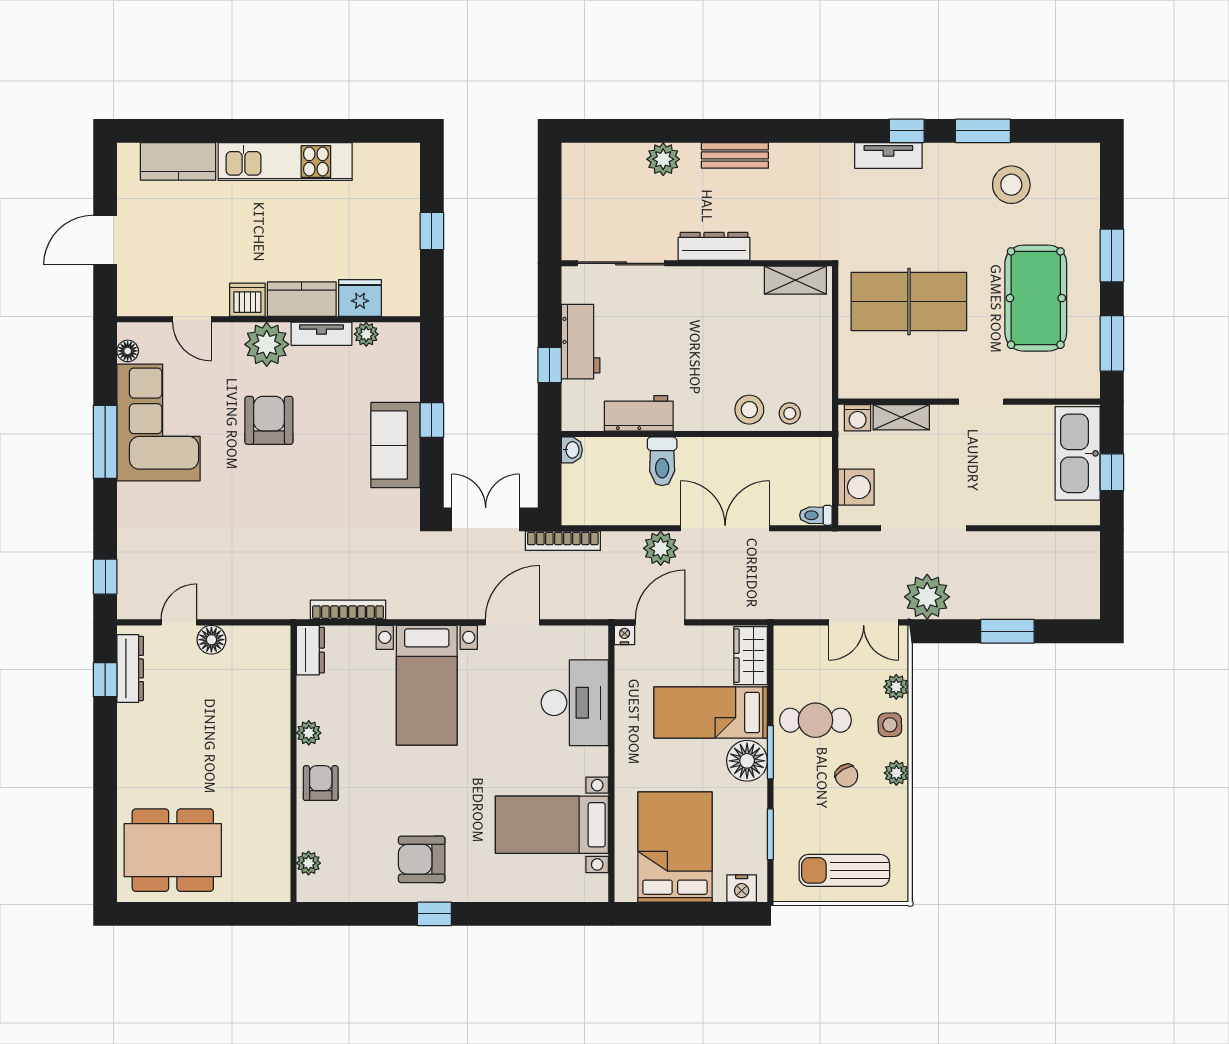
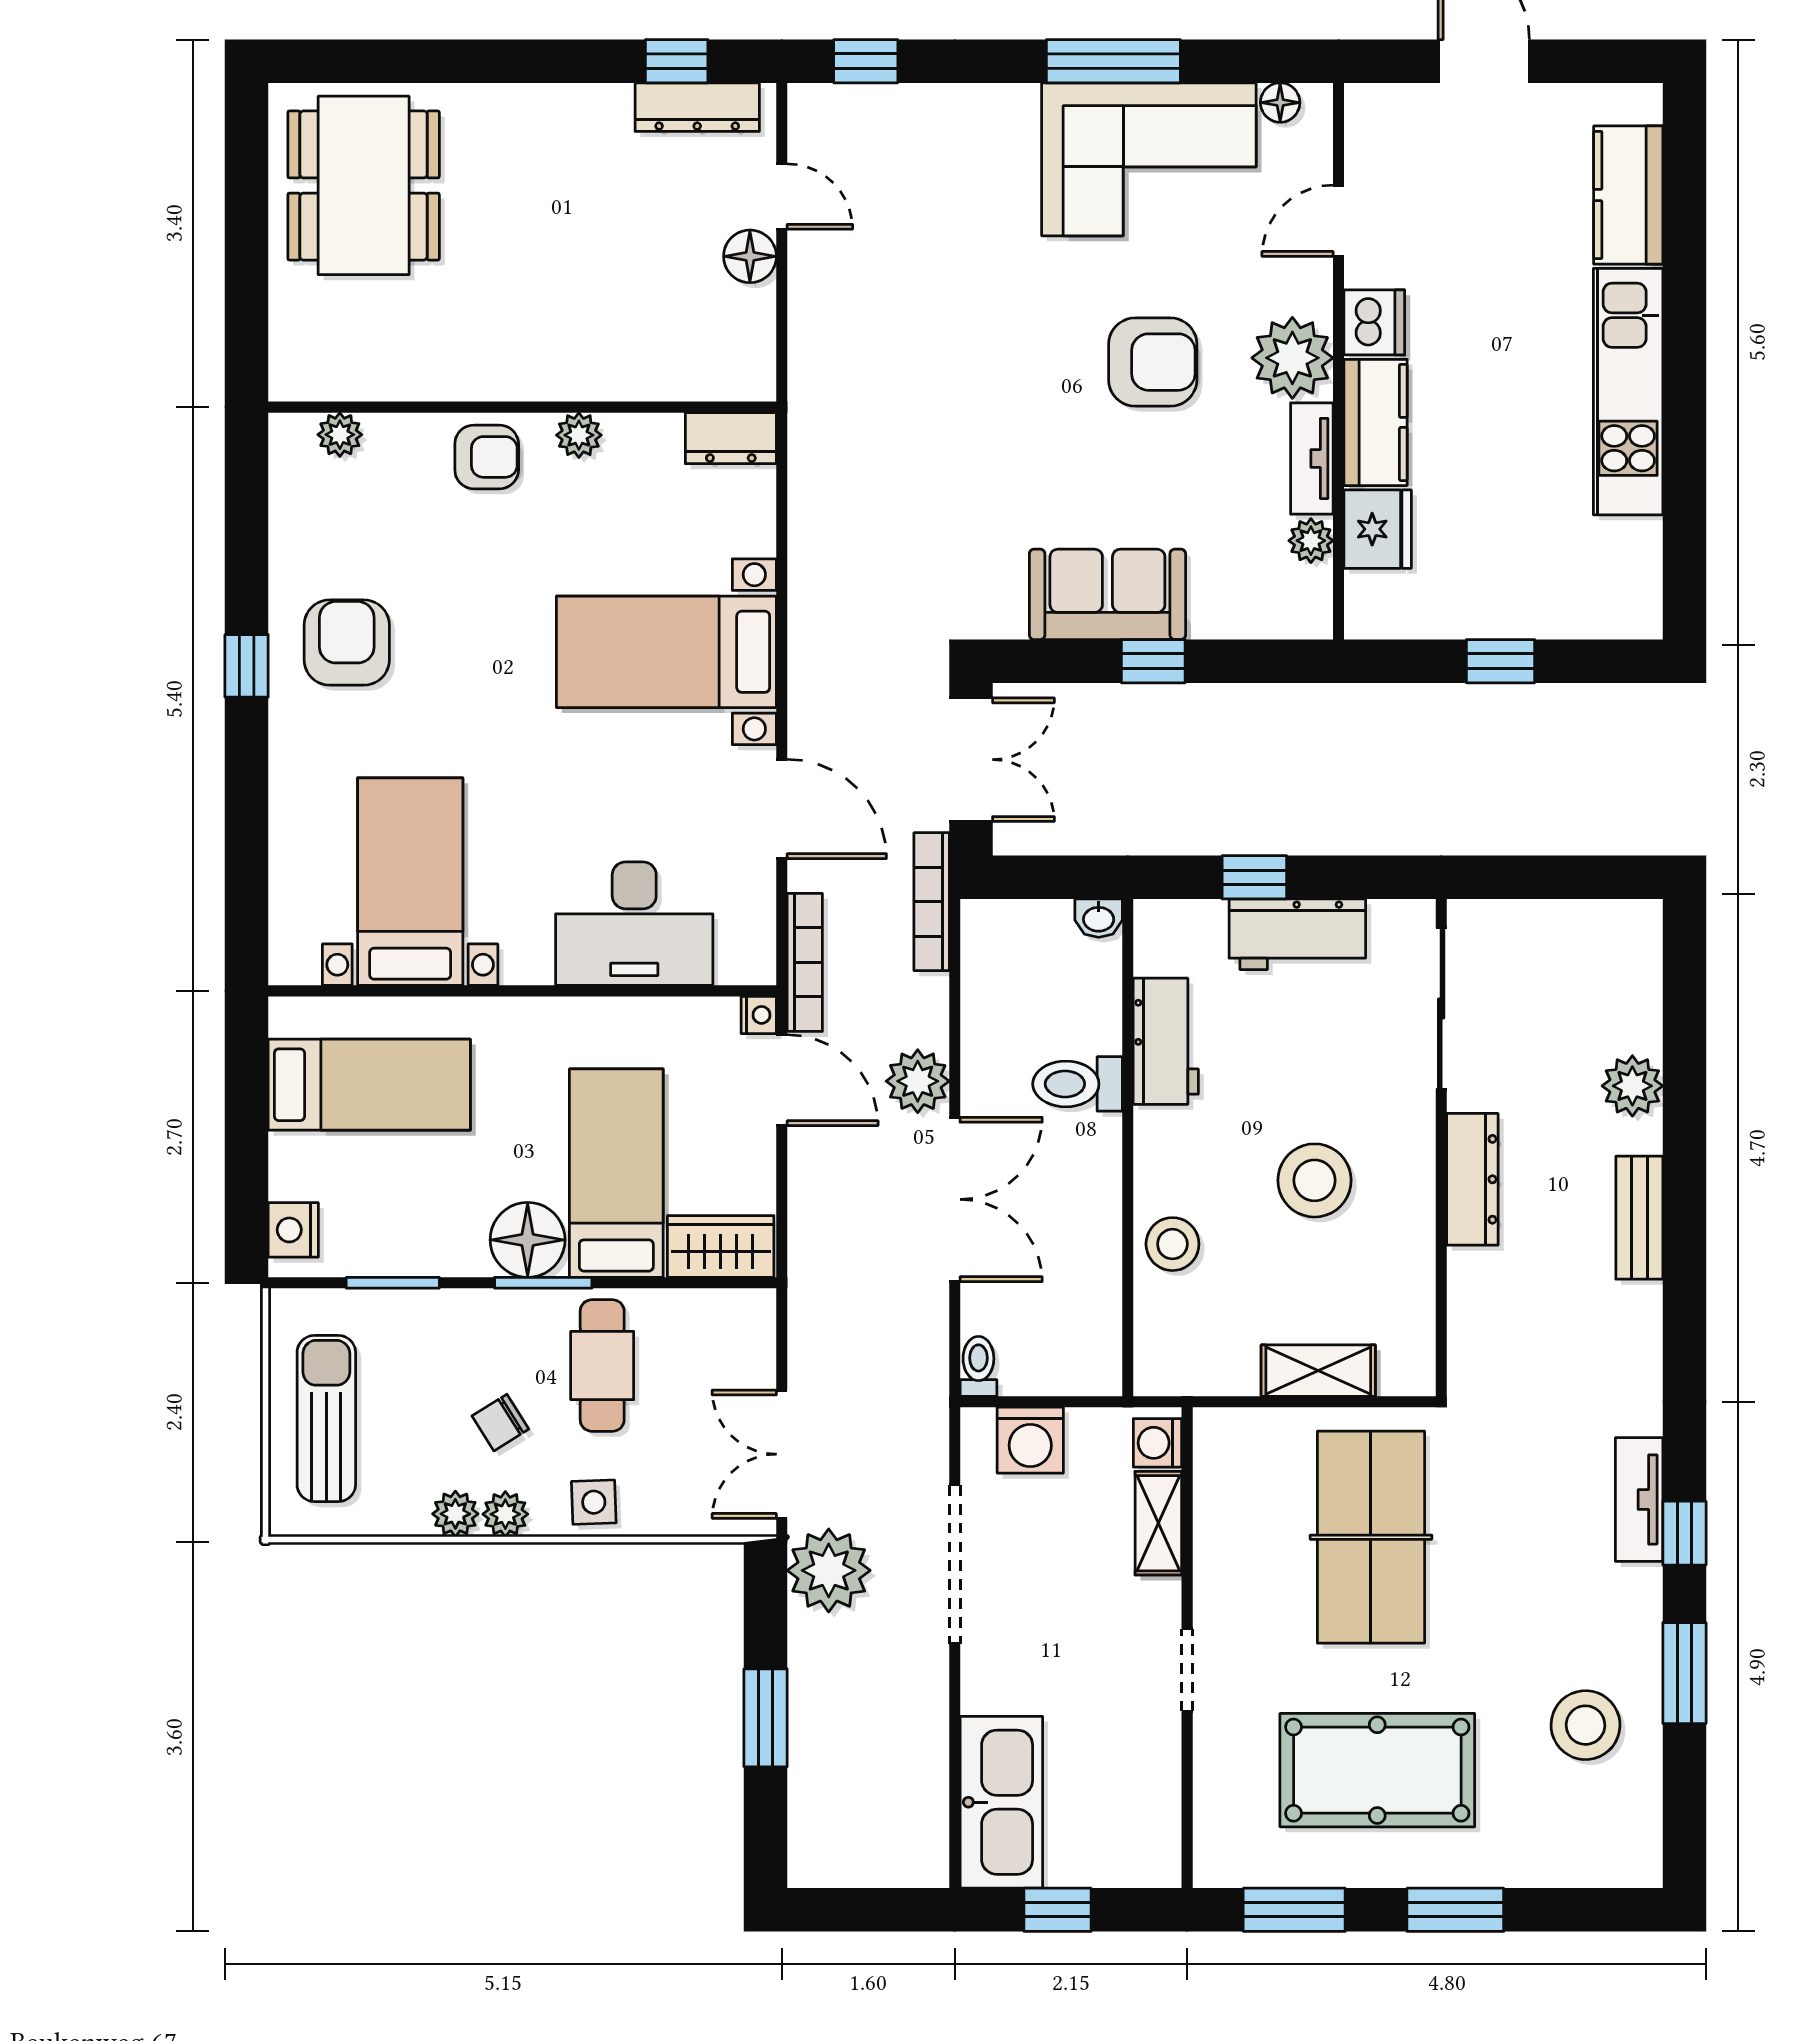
shelving: (795, 280) -> (1318, 1371), moved, turned 90
stool: (790, 413) -> (1314, 1180), moved, width x1.89, depth x1.89
kitchen sink: (1078, 453) -> (1001, 1802), moved, turned 90
bookcase: (348, 610) -> (805, 962), moved
plant: (896, 687) -> (455, 1514), moved
bed: (675, 847) -> (369, 1085), width x0.67

